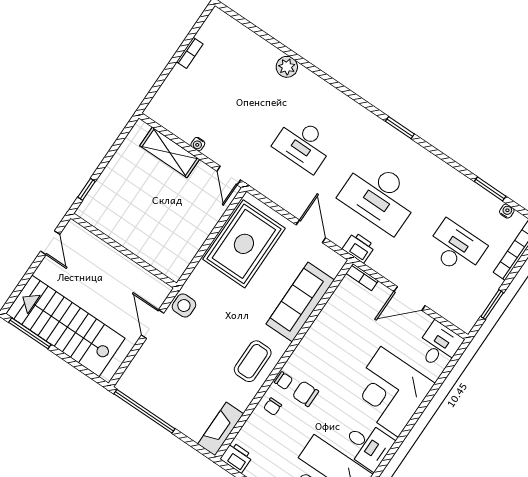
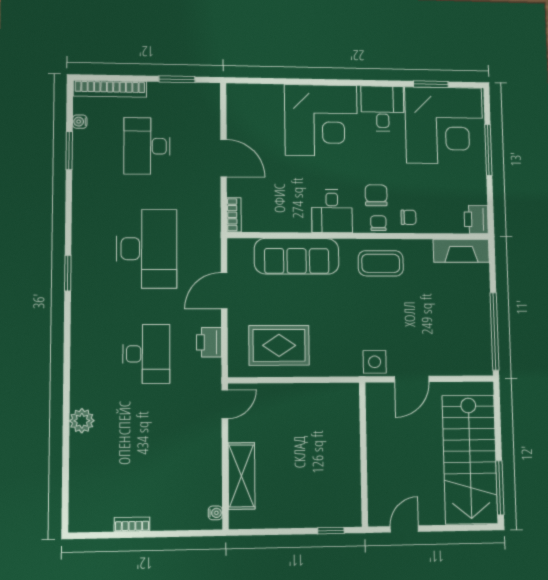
water cooler: (198, 144) -> (215, 513), moved
rug: (244, 244) -> (279, 345), width x0.73, depth x0.69
printer: (359, 247) -> (209, 342), moved
desk: (439, 345) -> (332, 211), moved, turned -90
chair: (306, 394) -> (376, 195), turned 180

